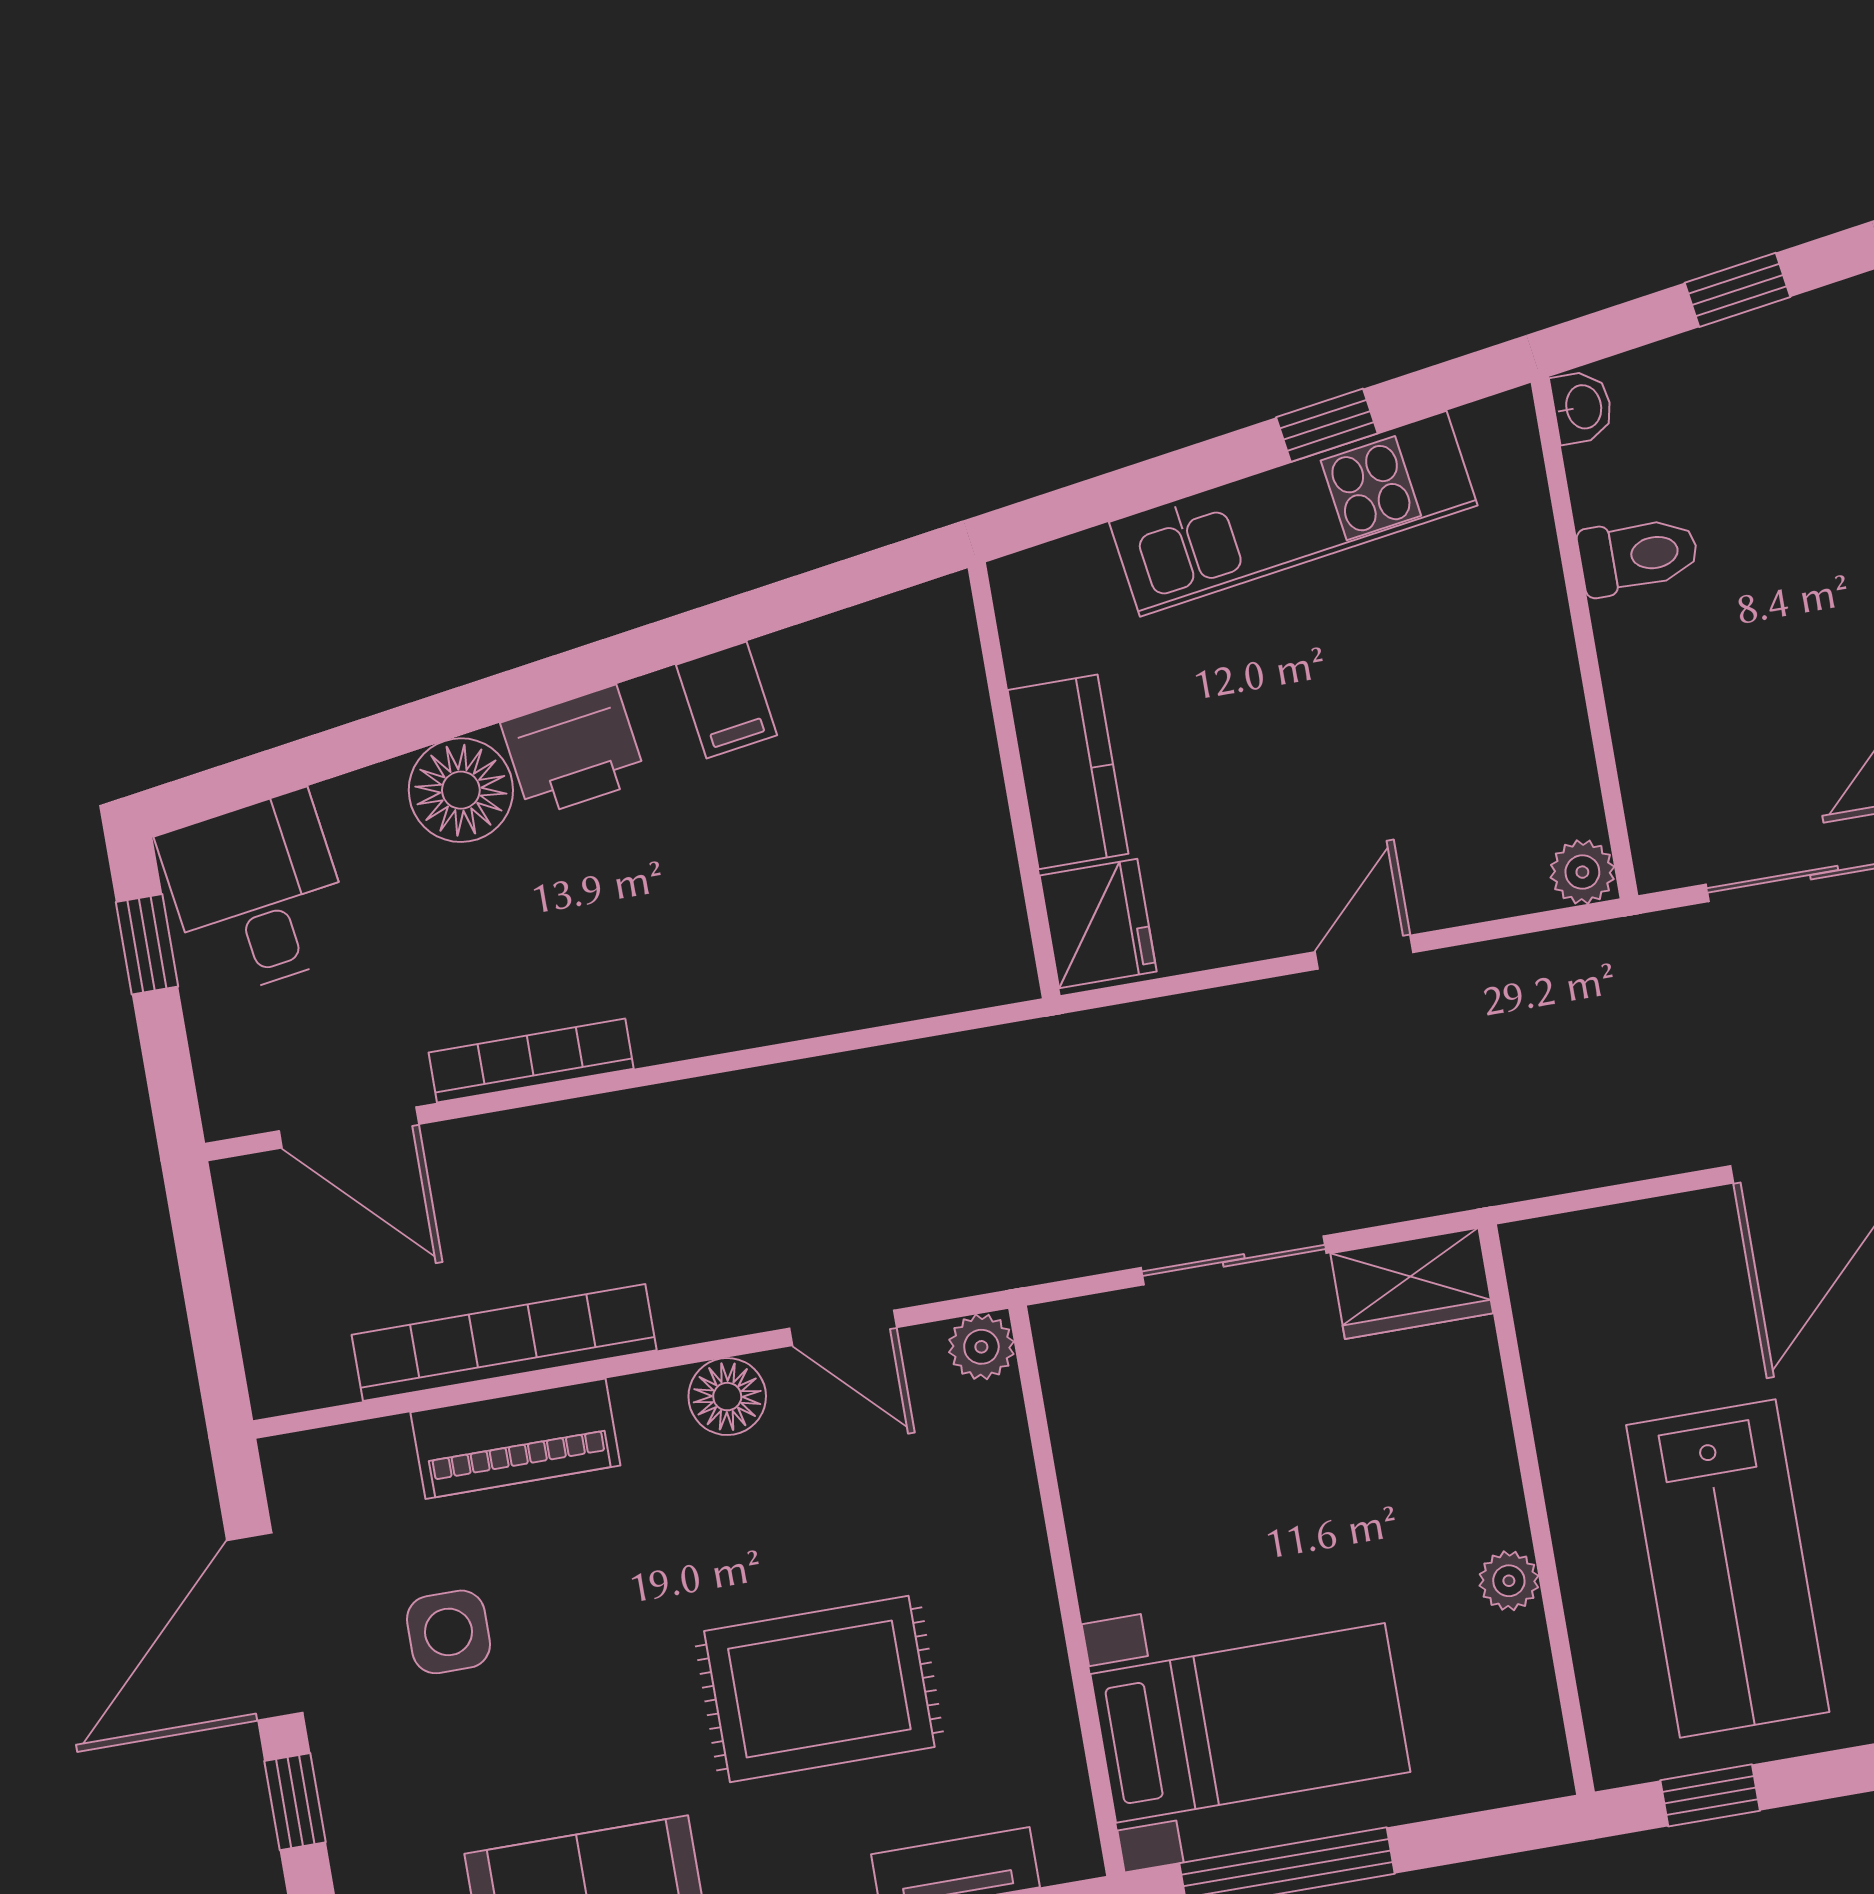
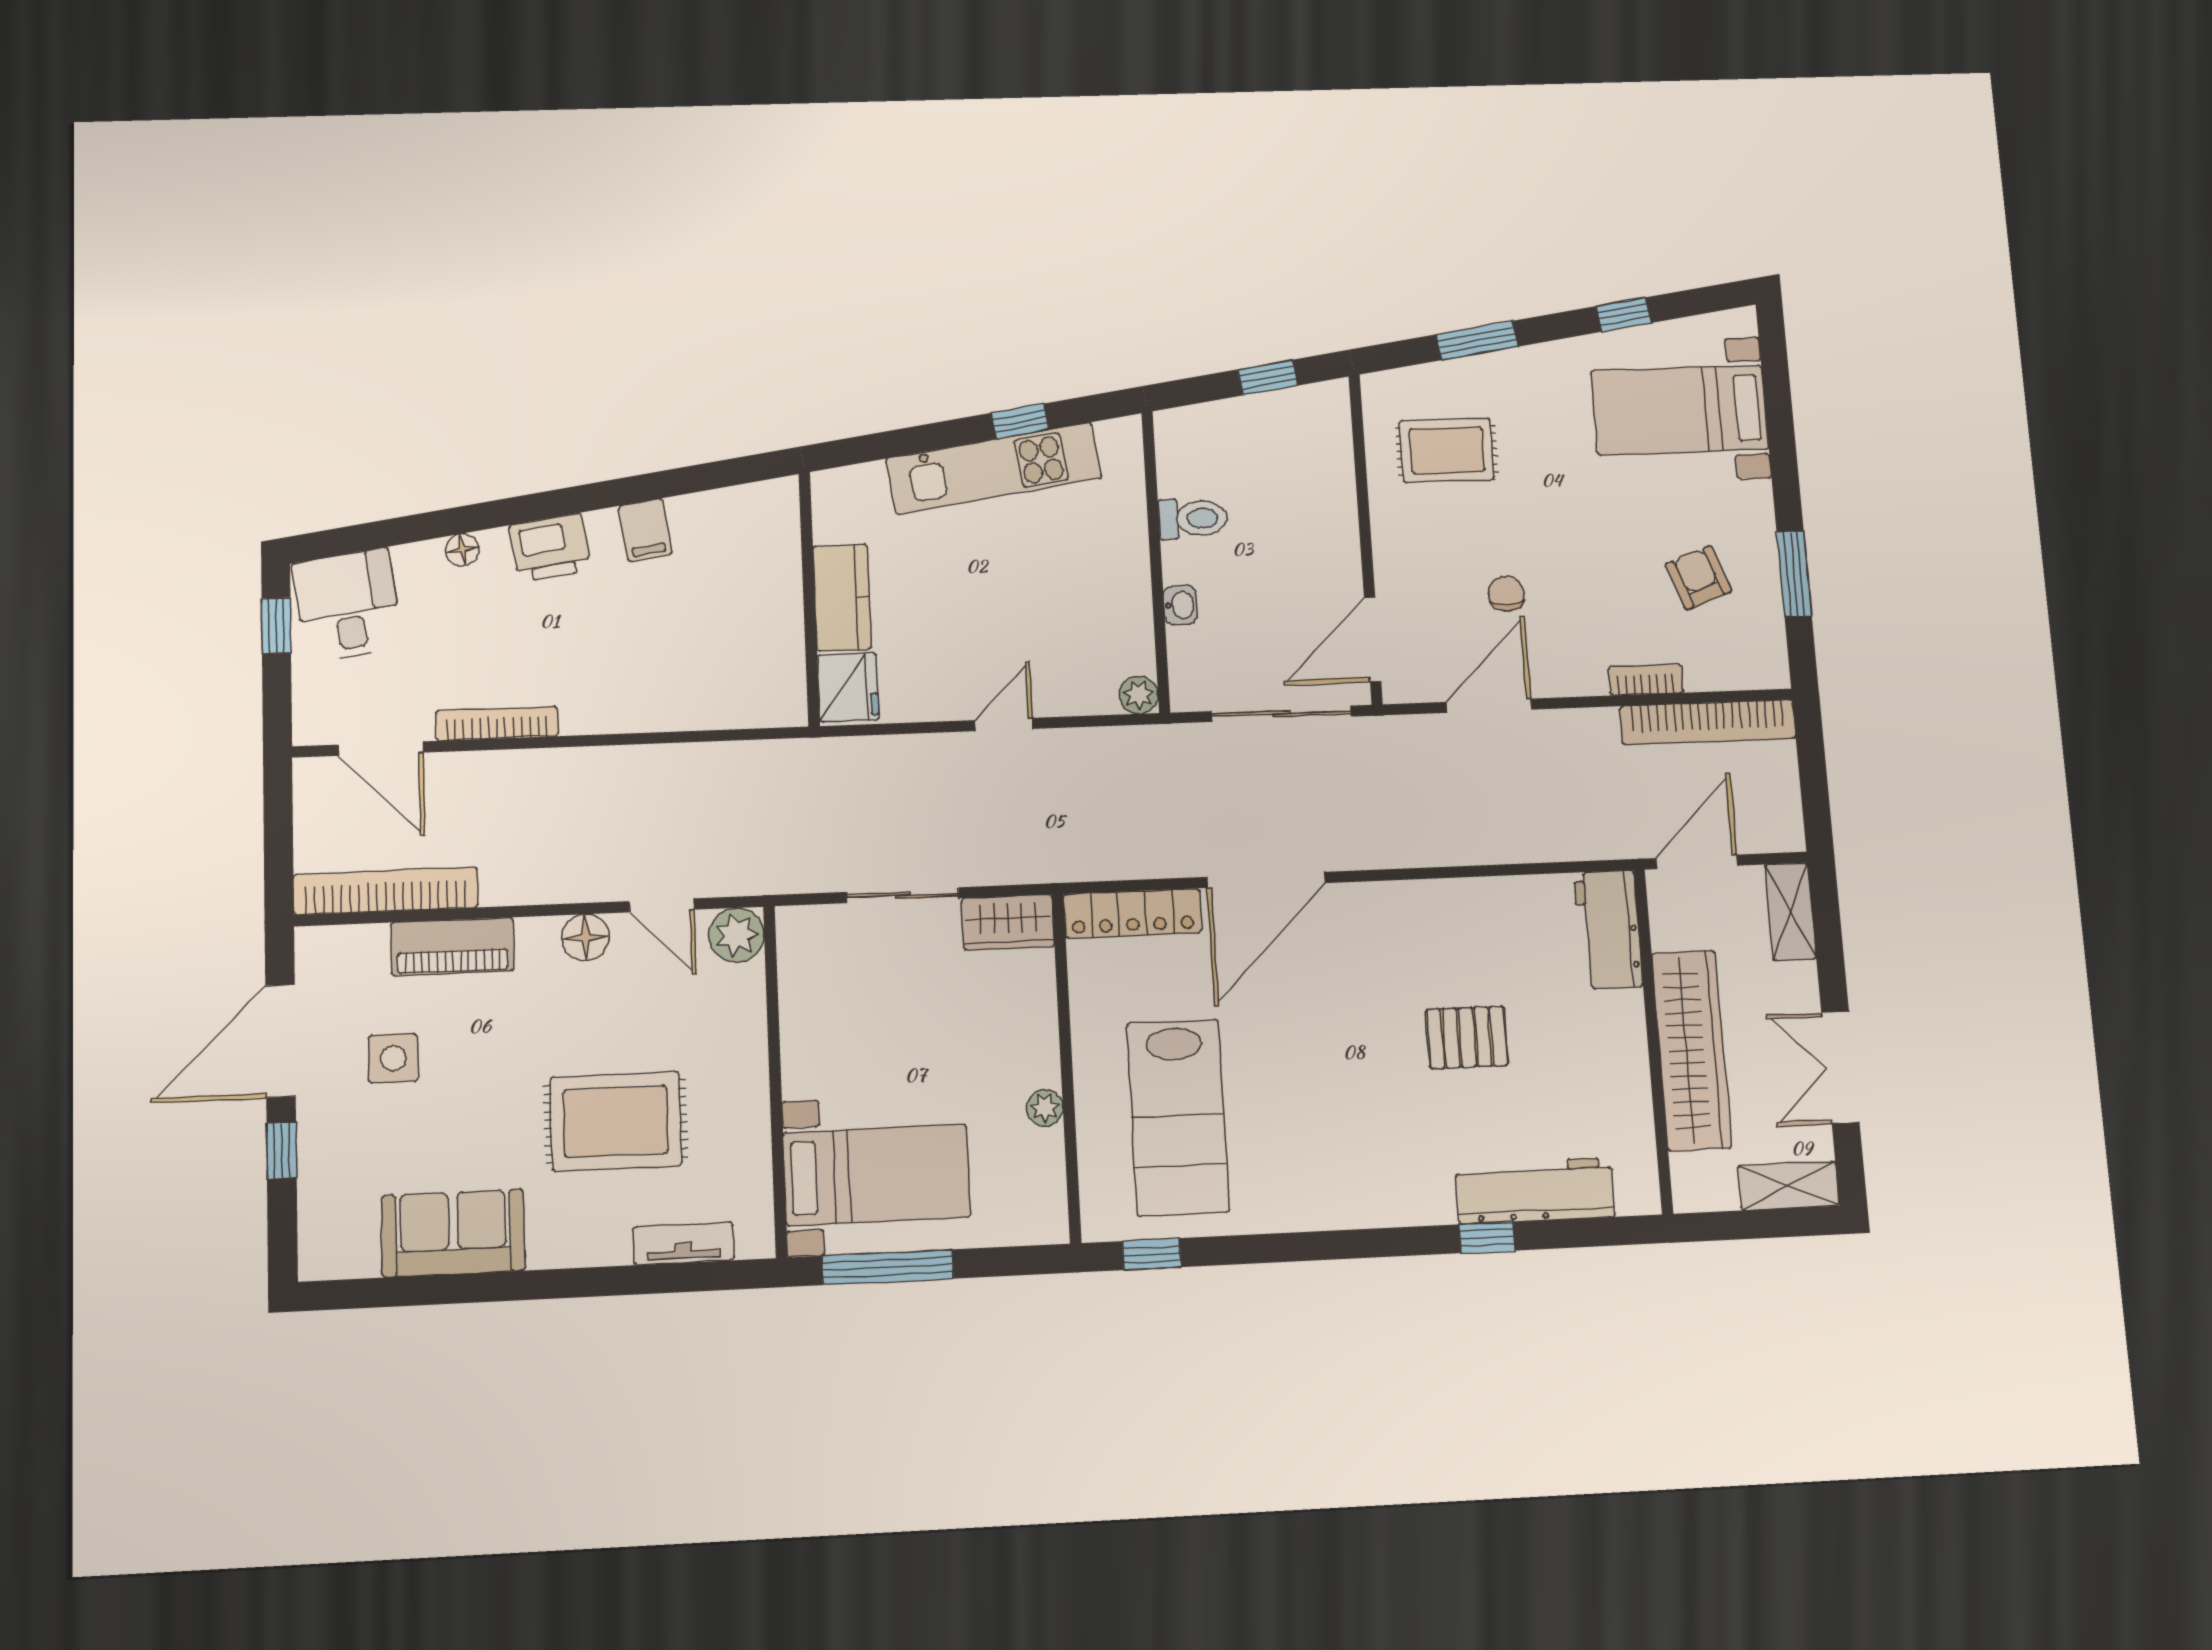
washbasin: (1582, 407) -> (1180, 605), moved
floor lamp: (461, 790) -> (462, 550), width x0.53, depth x0.53
locker: (1614, 1242) -> (1132, 913), added
bookcase: (504, 1343) -> (386, 891), moved
plant: (981, 1347) -> (737, 935), width x1.38, depth x1.38

